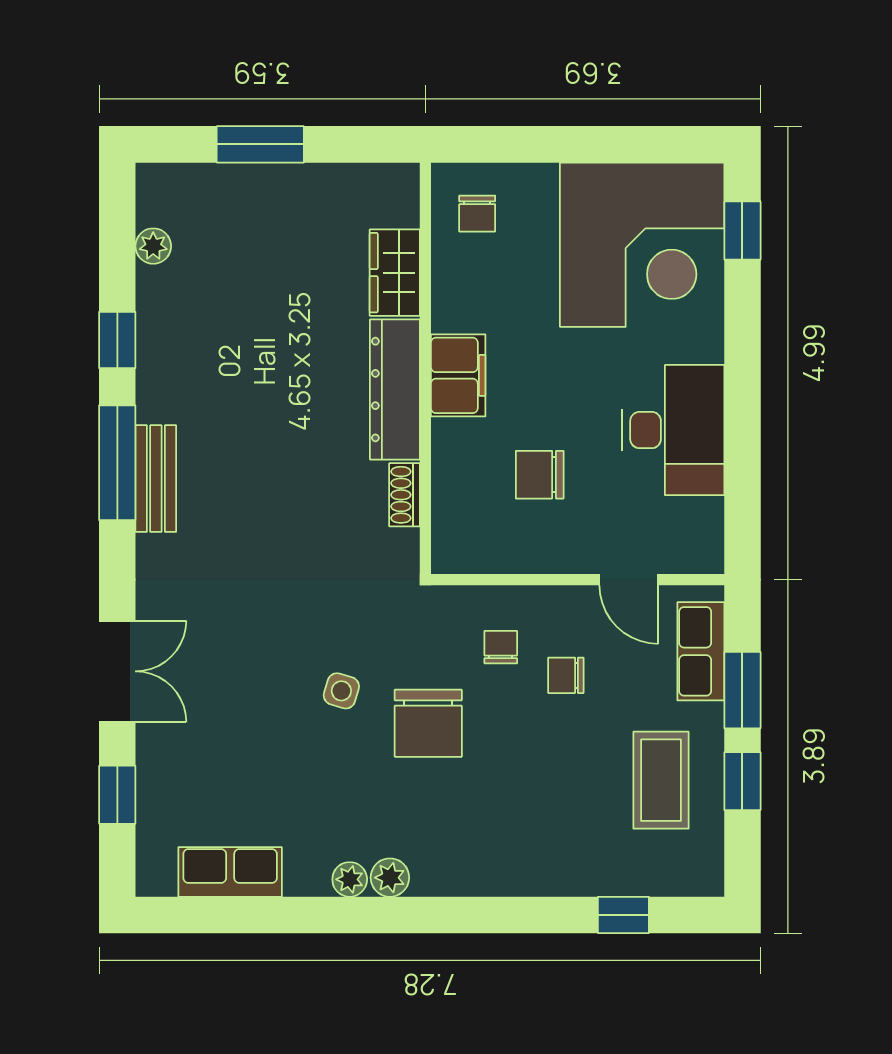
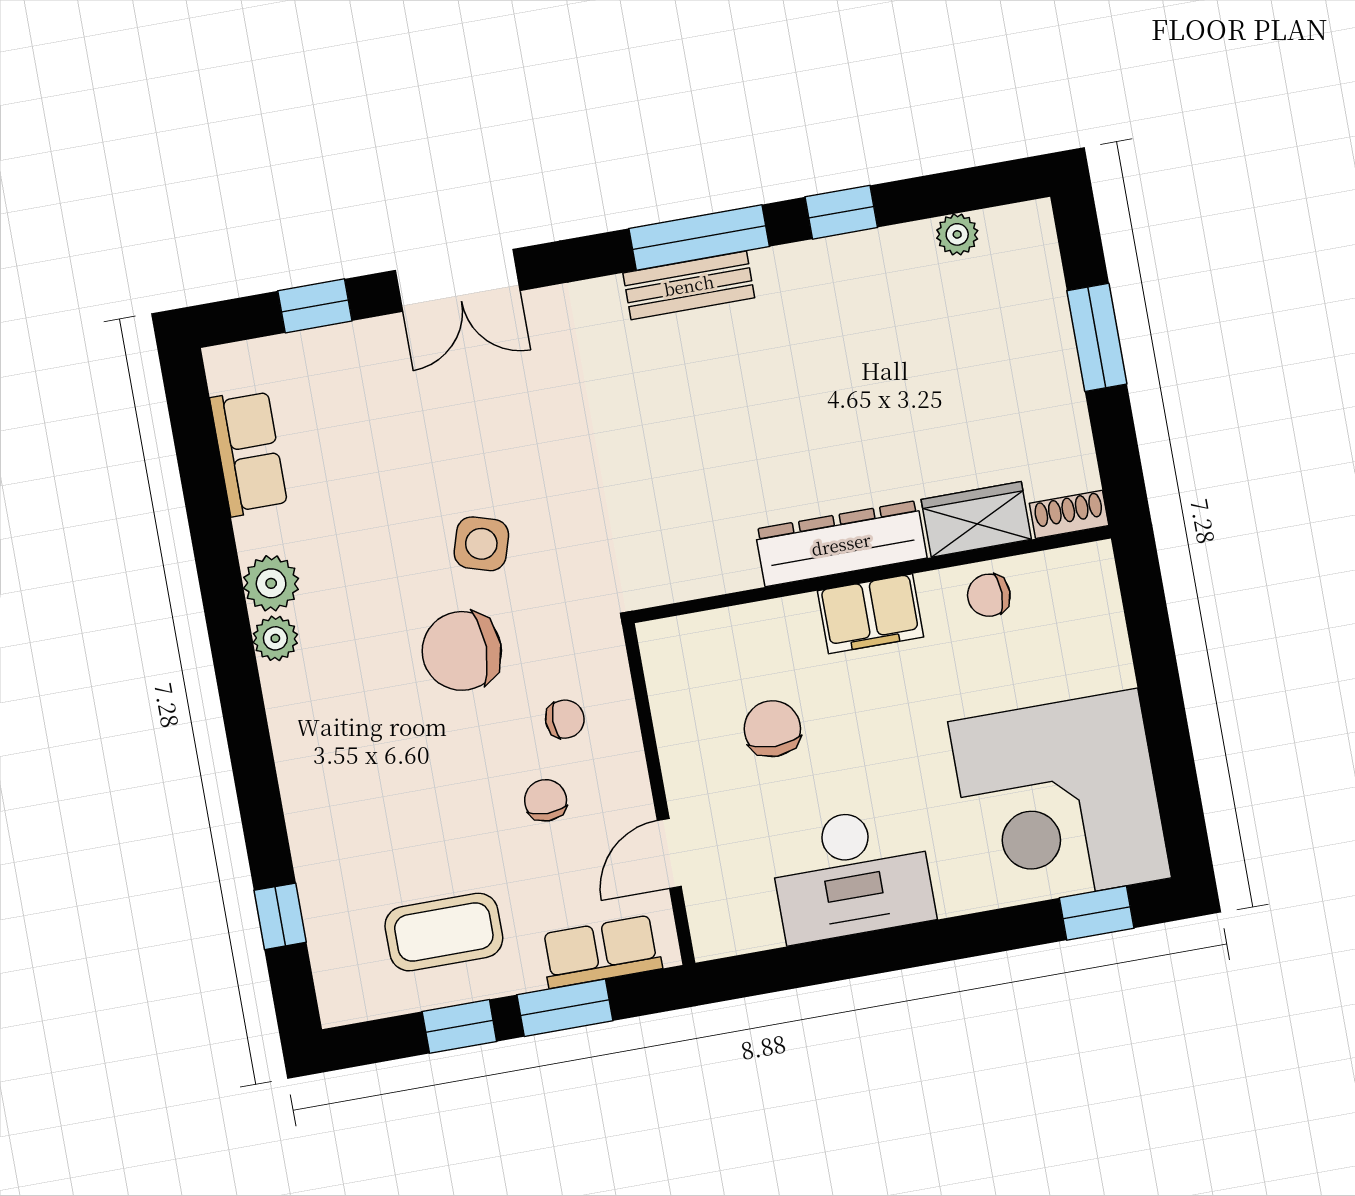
chair: (477, 214) -> (989, 595), moved
shoe rack: (405, 495) -> (1069, 514), moved
side table: (341, 691) -> (481, 544), width x1.37, depth x1.37
plant: (350, 879) -> (271, 583), width x1.38, depth x1.38

